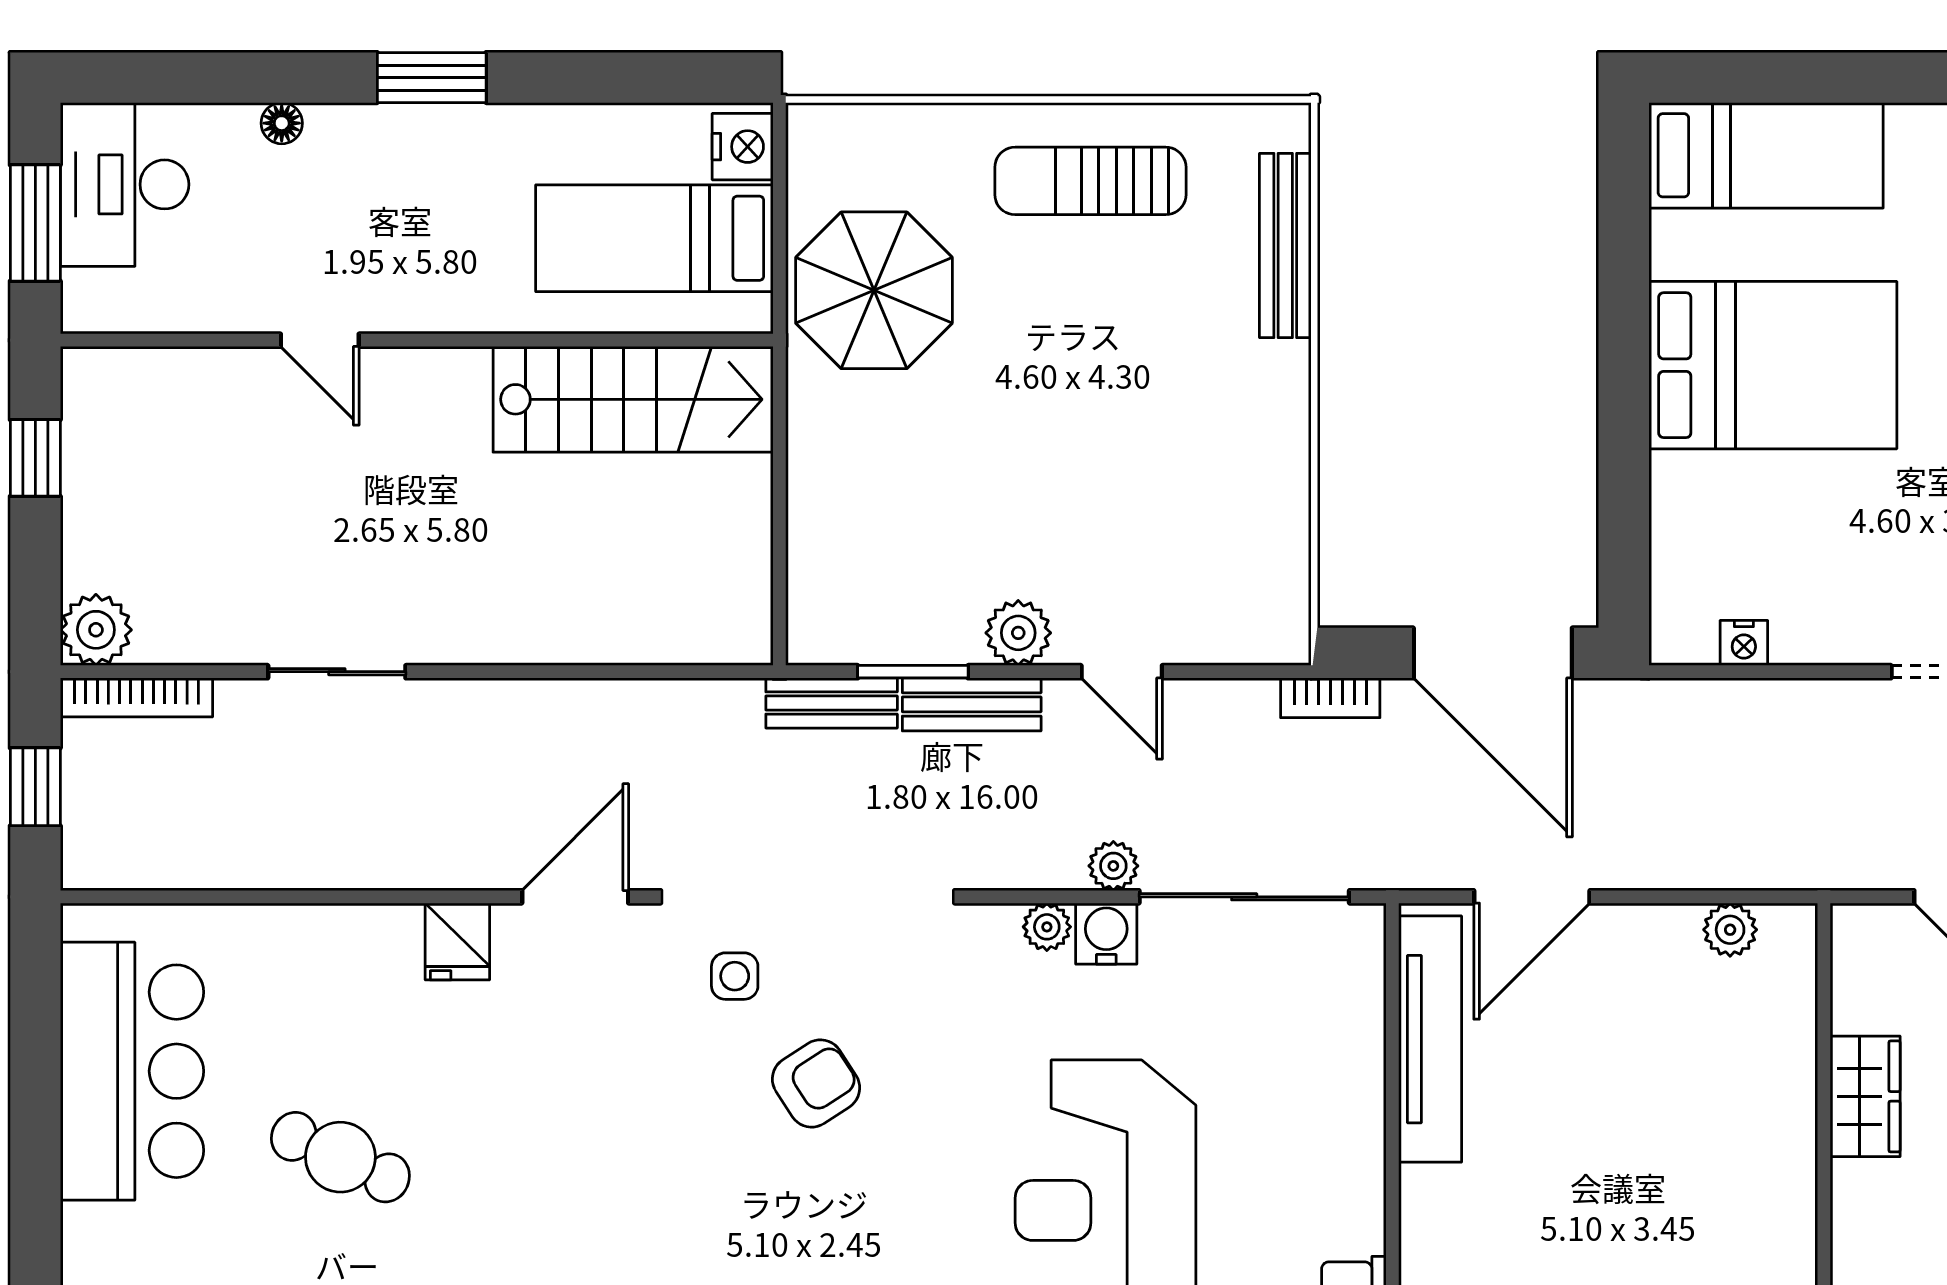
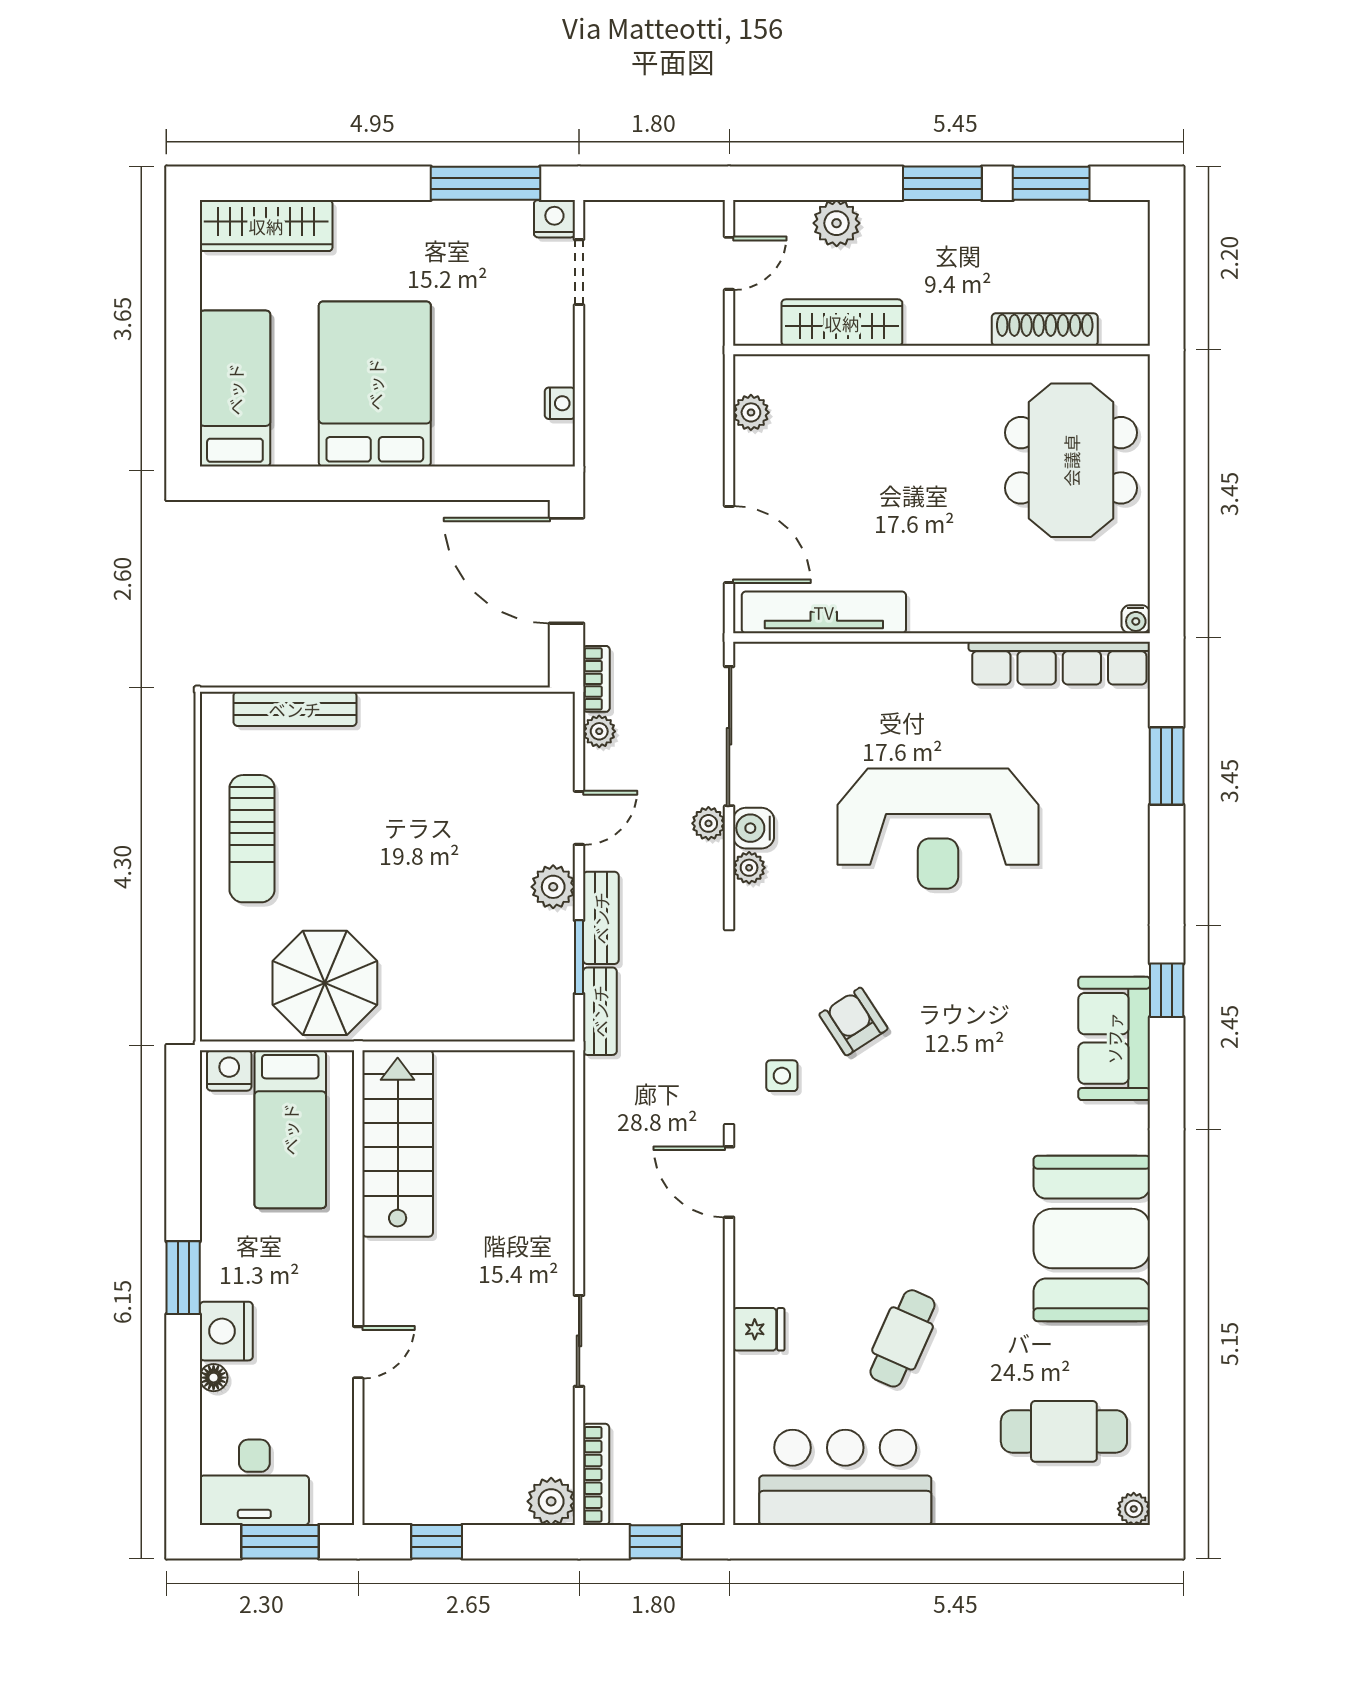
nightstand: (351, 142) -> (226, 1331), added
door: (1493, 653) -> (567, 571), swing flipped
plant: (1252, 702) -> (599, 731), added
fridge: (457, 941) -> (759, 1329), moved
wardrobe: (1865, 1096) -> (842, 323), width x1.50

